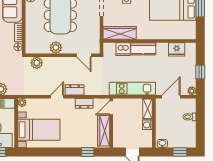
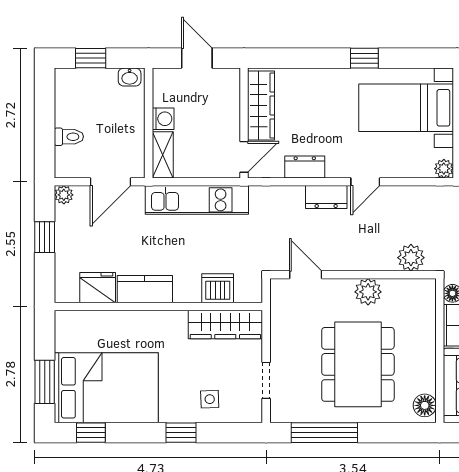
kitchen counter: (143, 49) -> (145, 289), moved
window: (88, 152) -> (364, 58), moved

